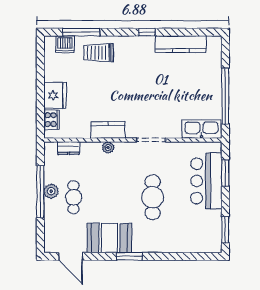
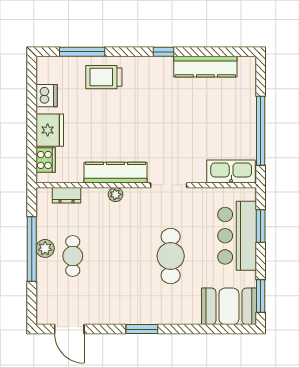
dishwasher: (65, 44) -> (47, 96), moved, turned -90
kitchen counter: (108, 130) -> (116, 173), width x1.50
booth: (110, 238) -> (229, 306), moved

